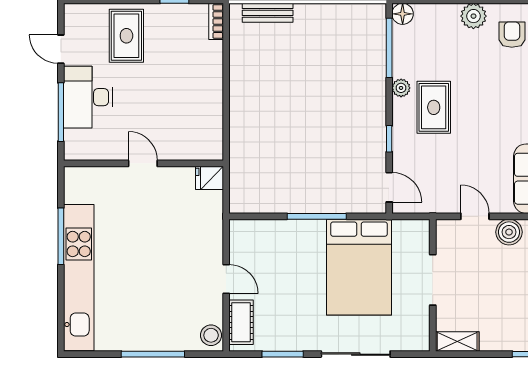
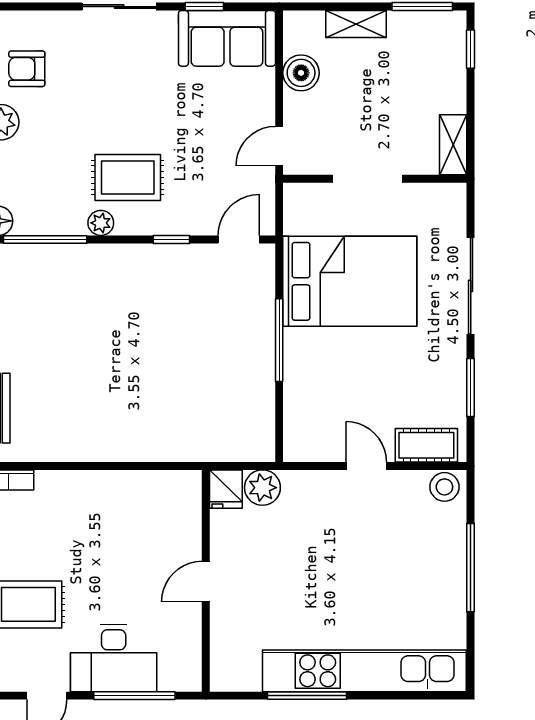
plant: (211, 204) -> (262, 488), added
door: (475, 216) -> (279, 146), moved
door: (226, 279) -> (366, 466), hinge flipped

